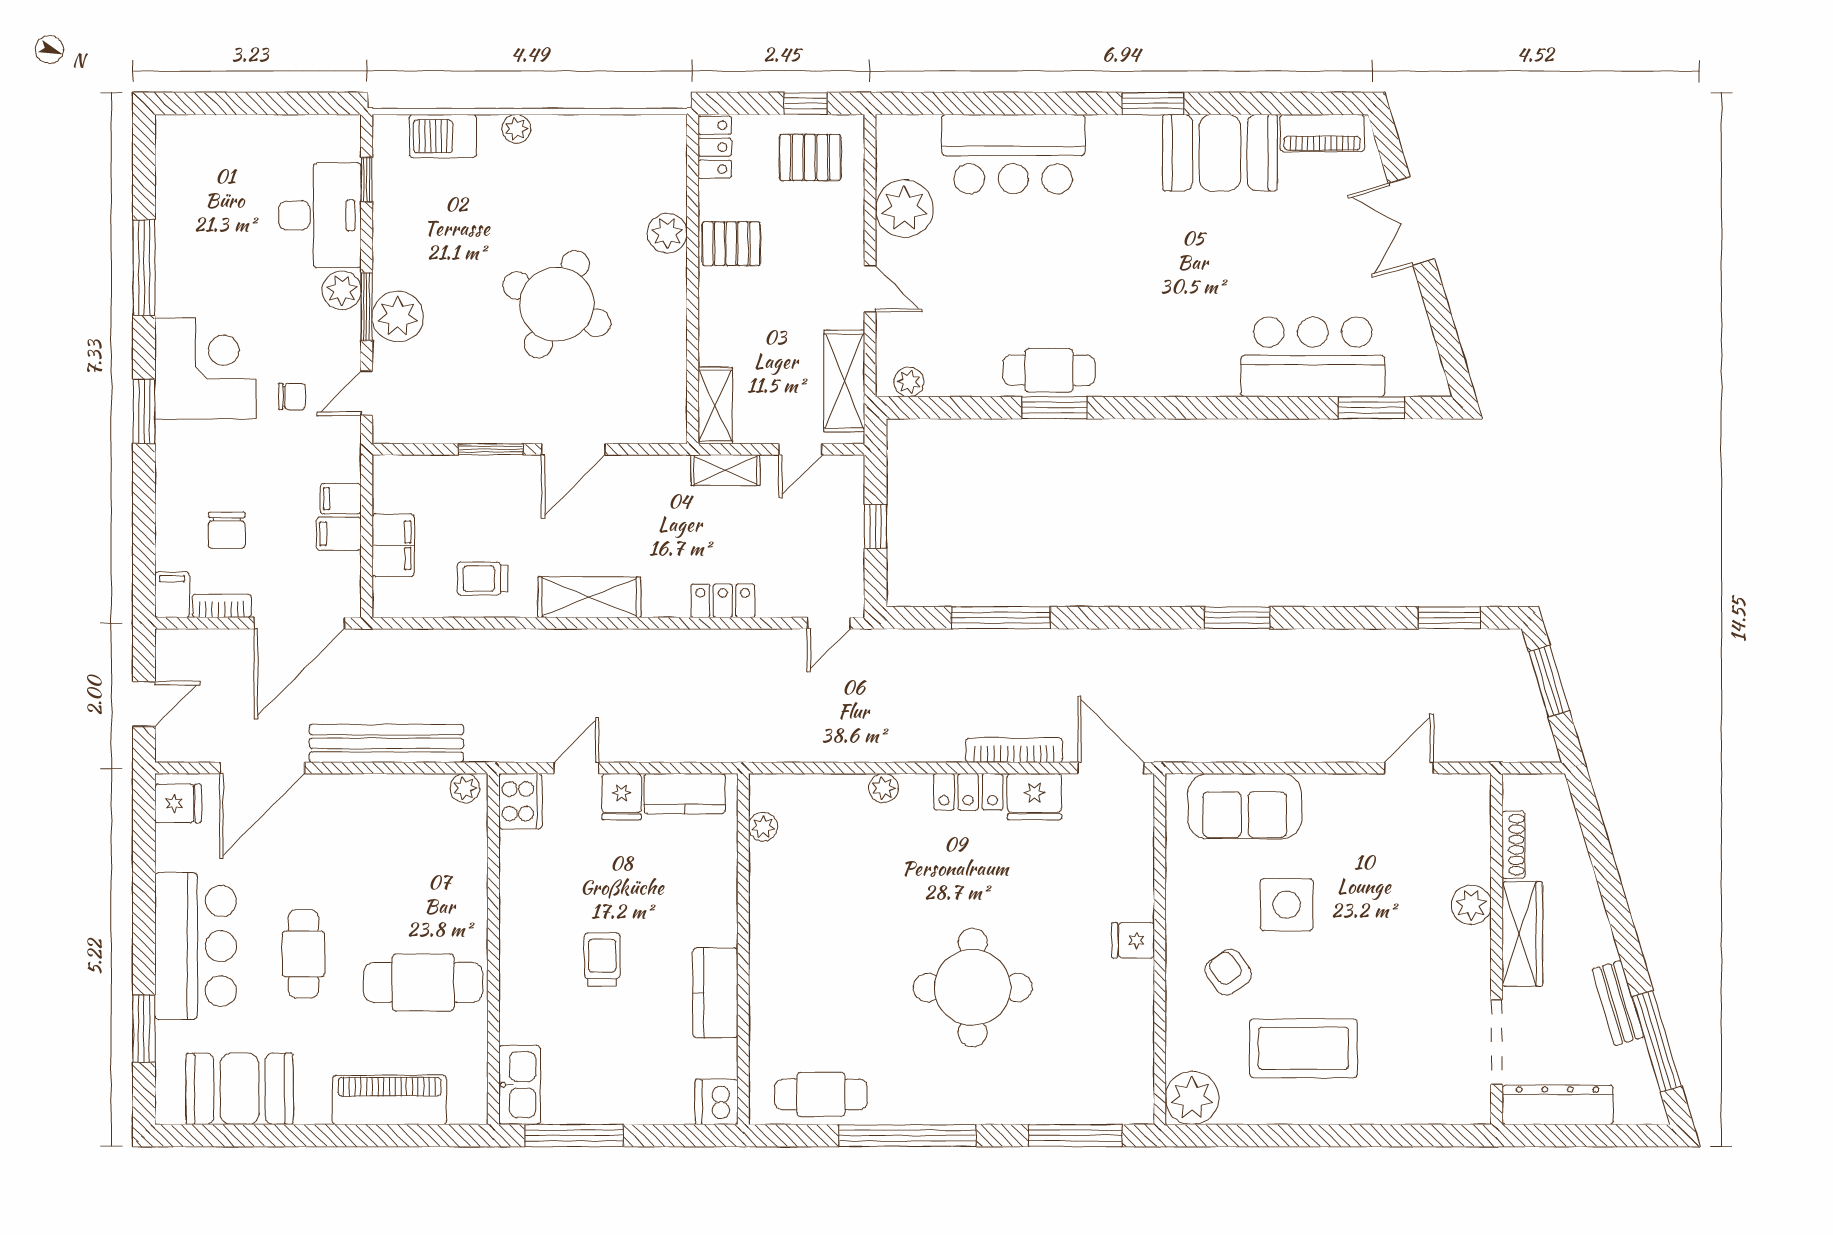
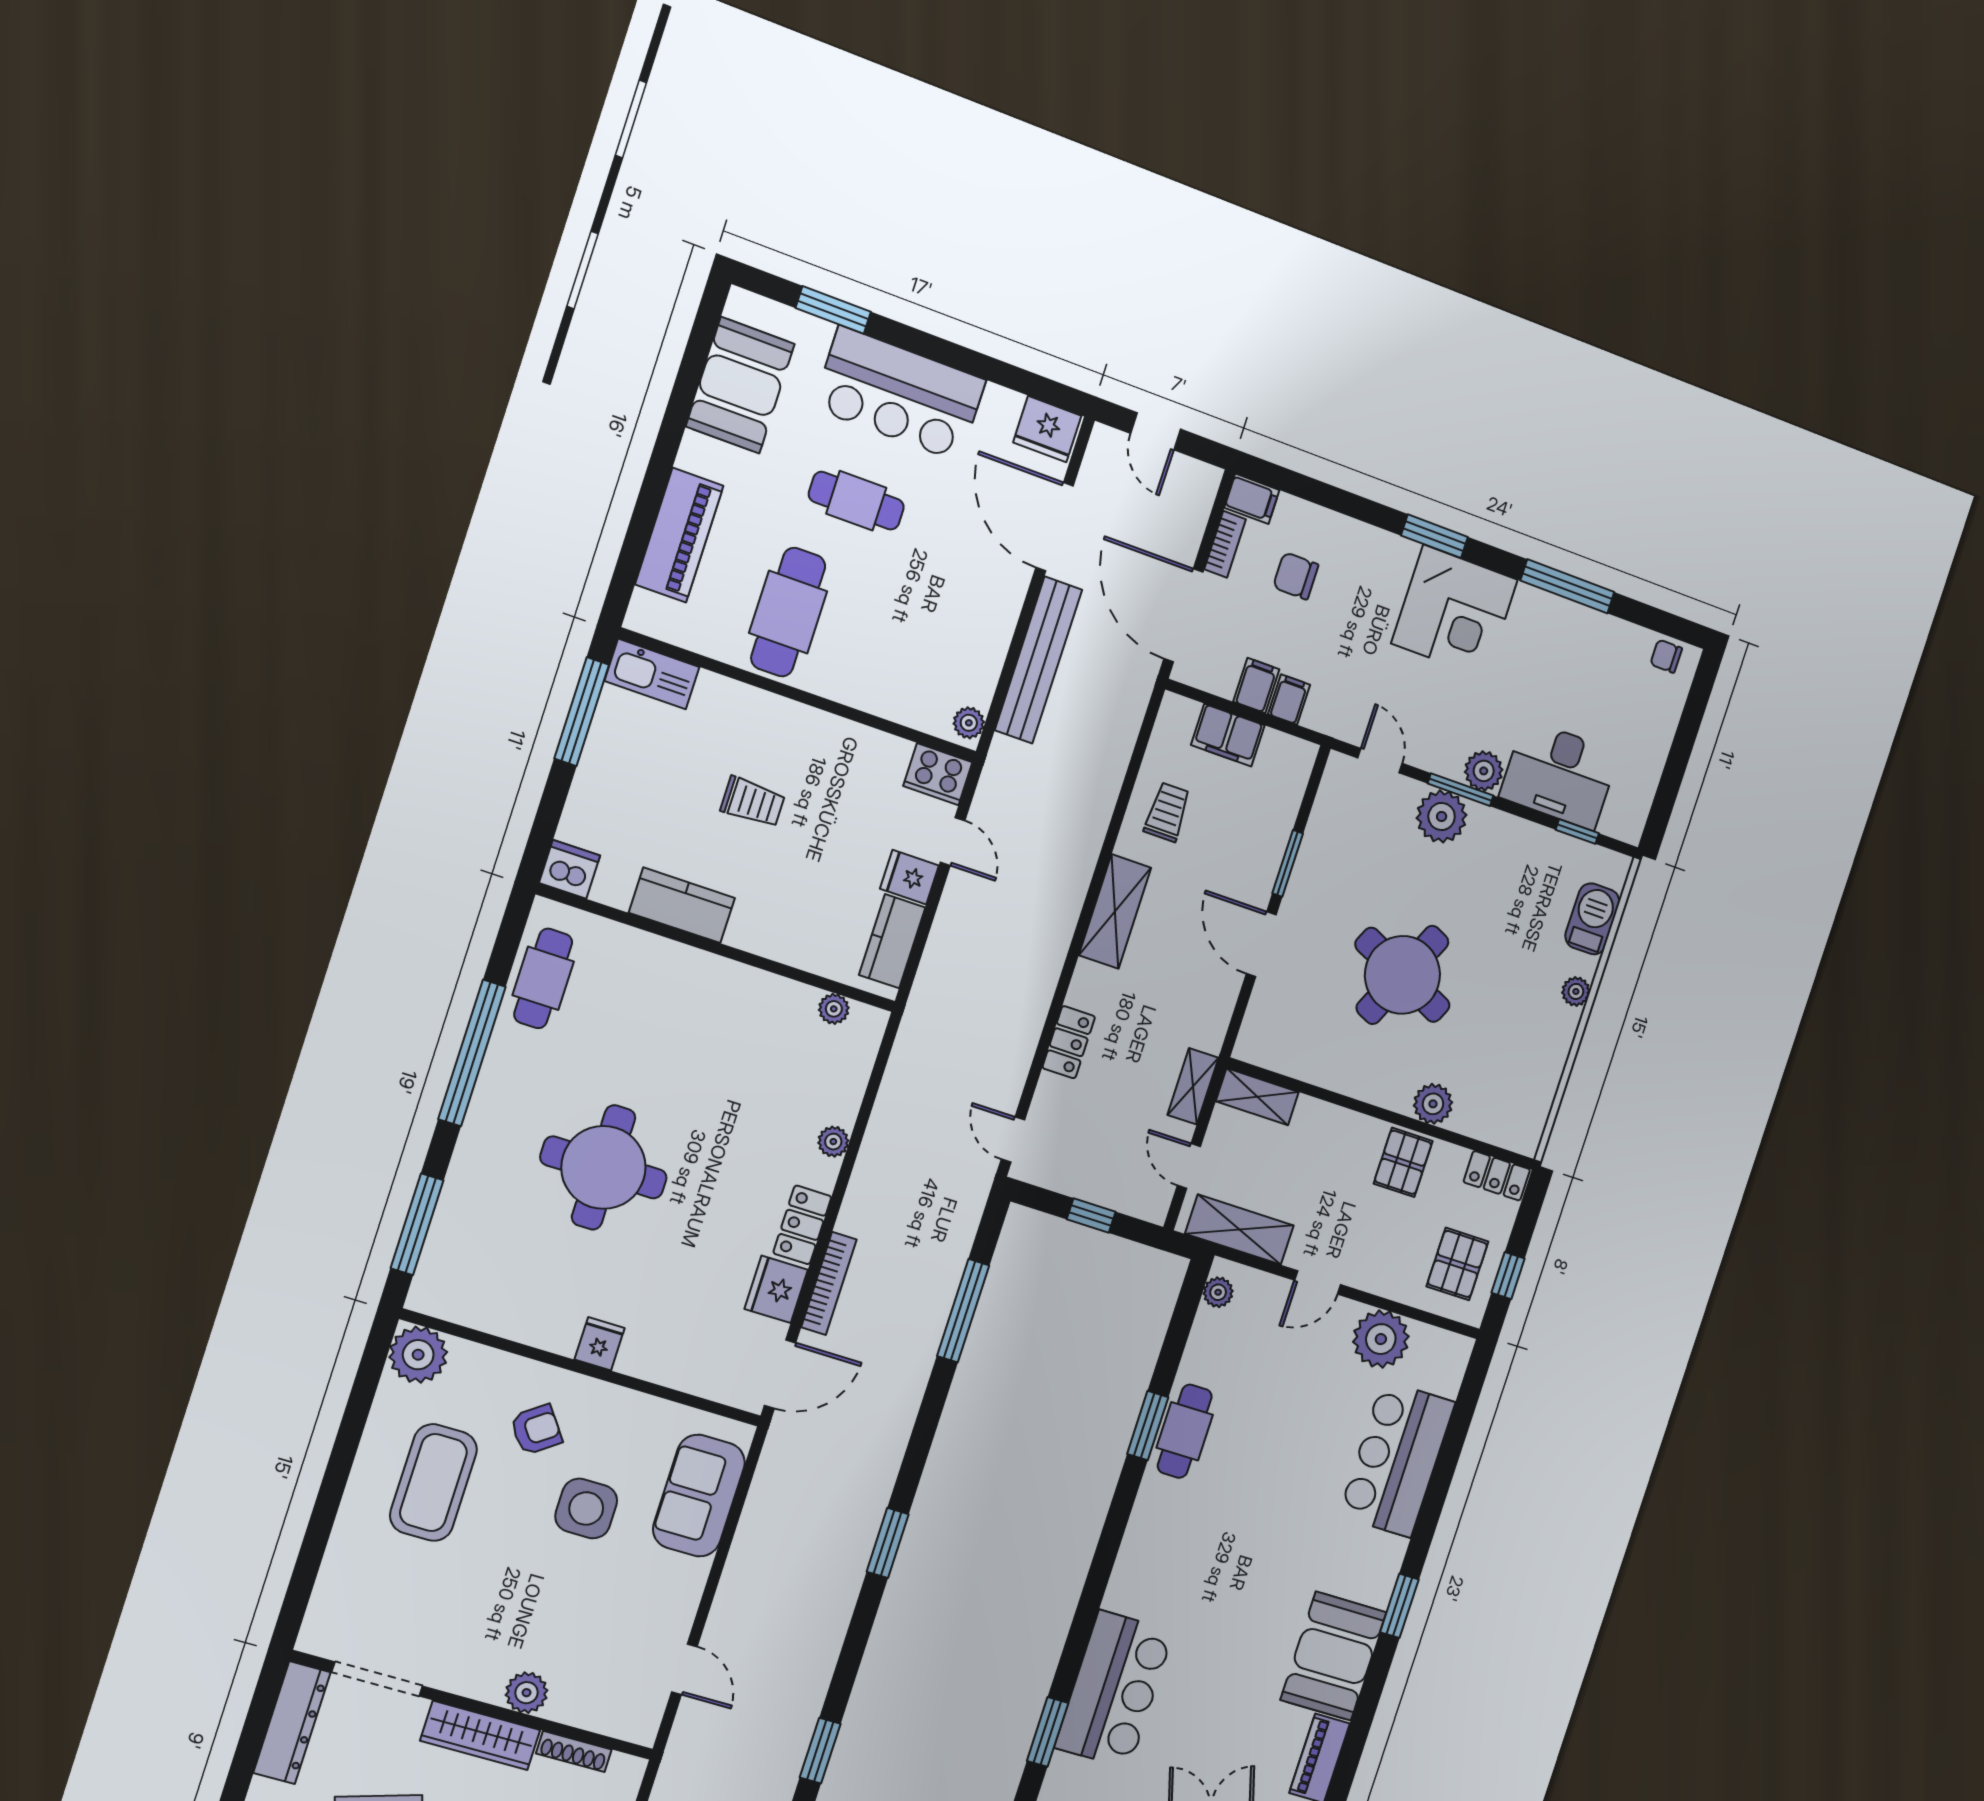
chair: (292, 397) -> (1666, 656), moved, turned 90
fridge: (178, 803) -> (1047, 429), width x1.38

